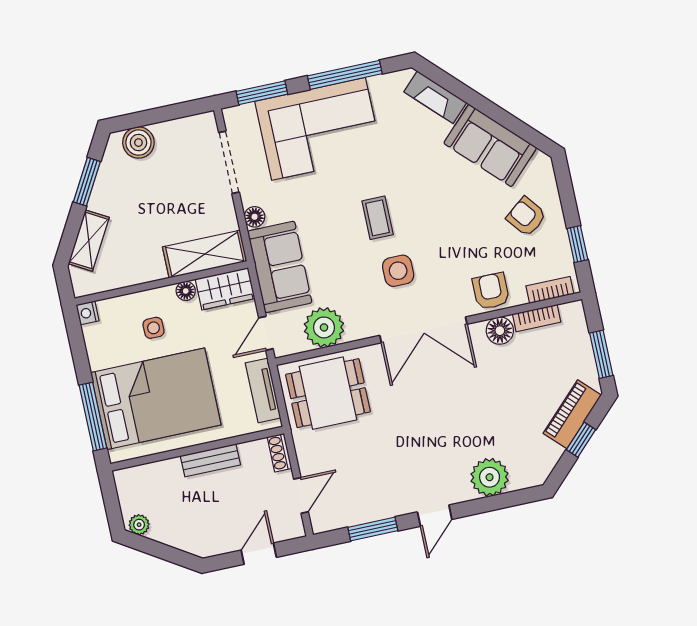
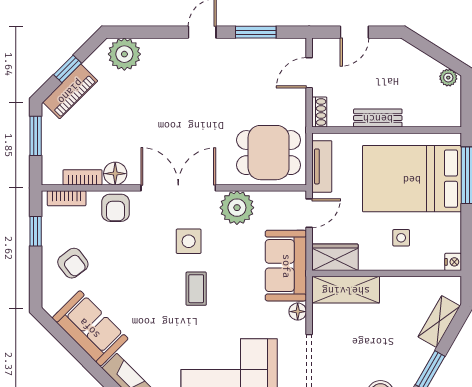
floor lamp: (186, 291) -> (368, 263), removed
plant: (324, 327) -> (237, 208), moved
plant: (490, 477) -> (124, 54), moved

